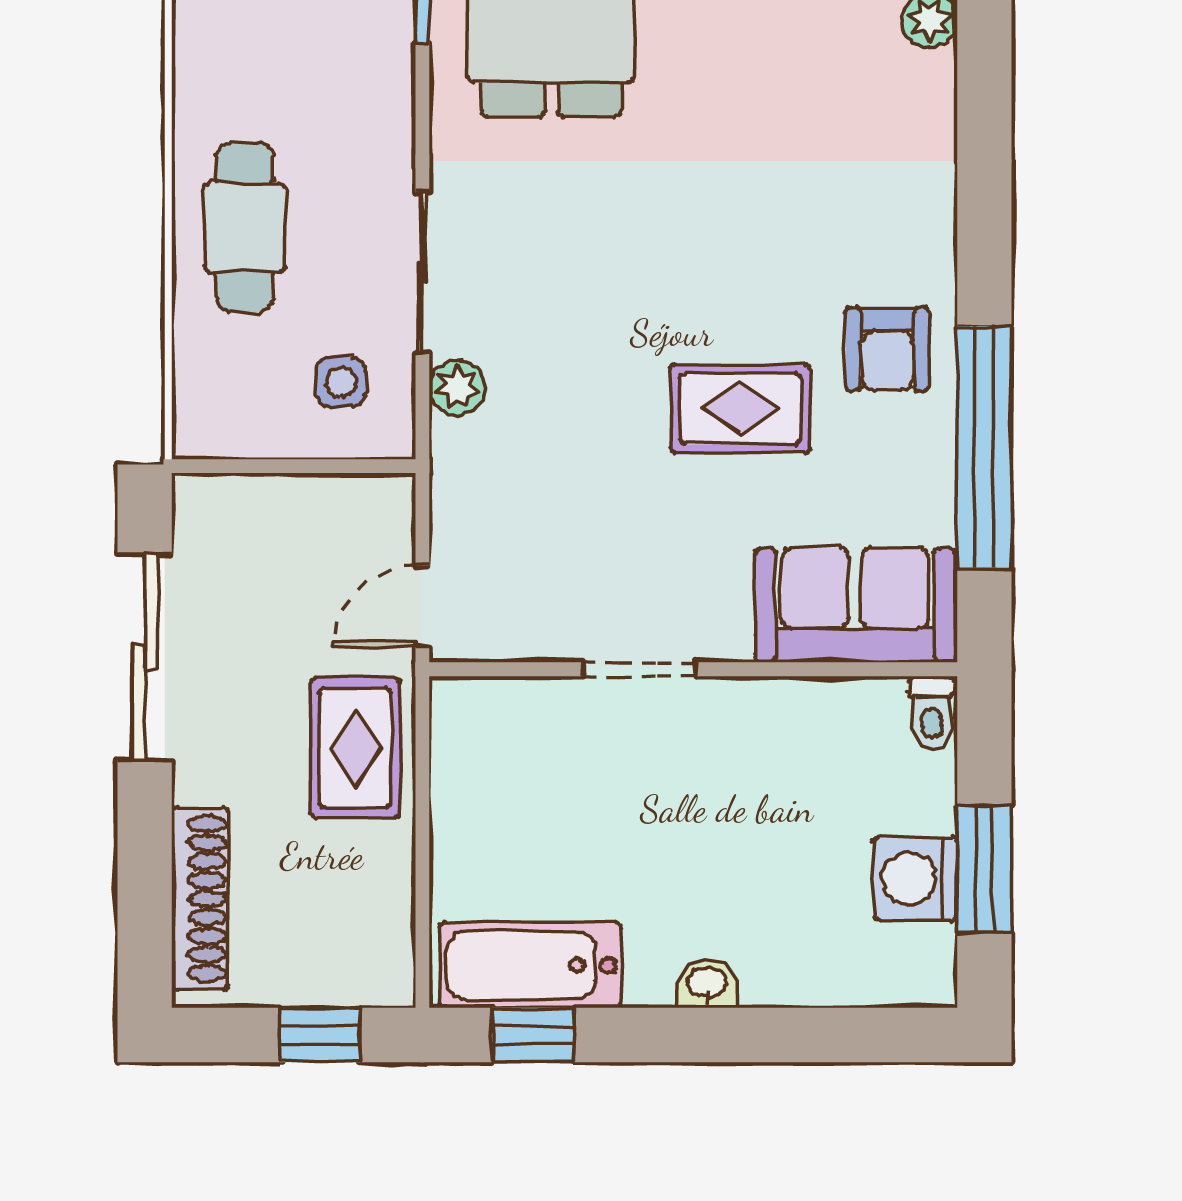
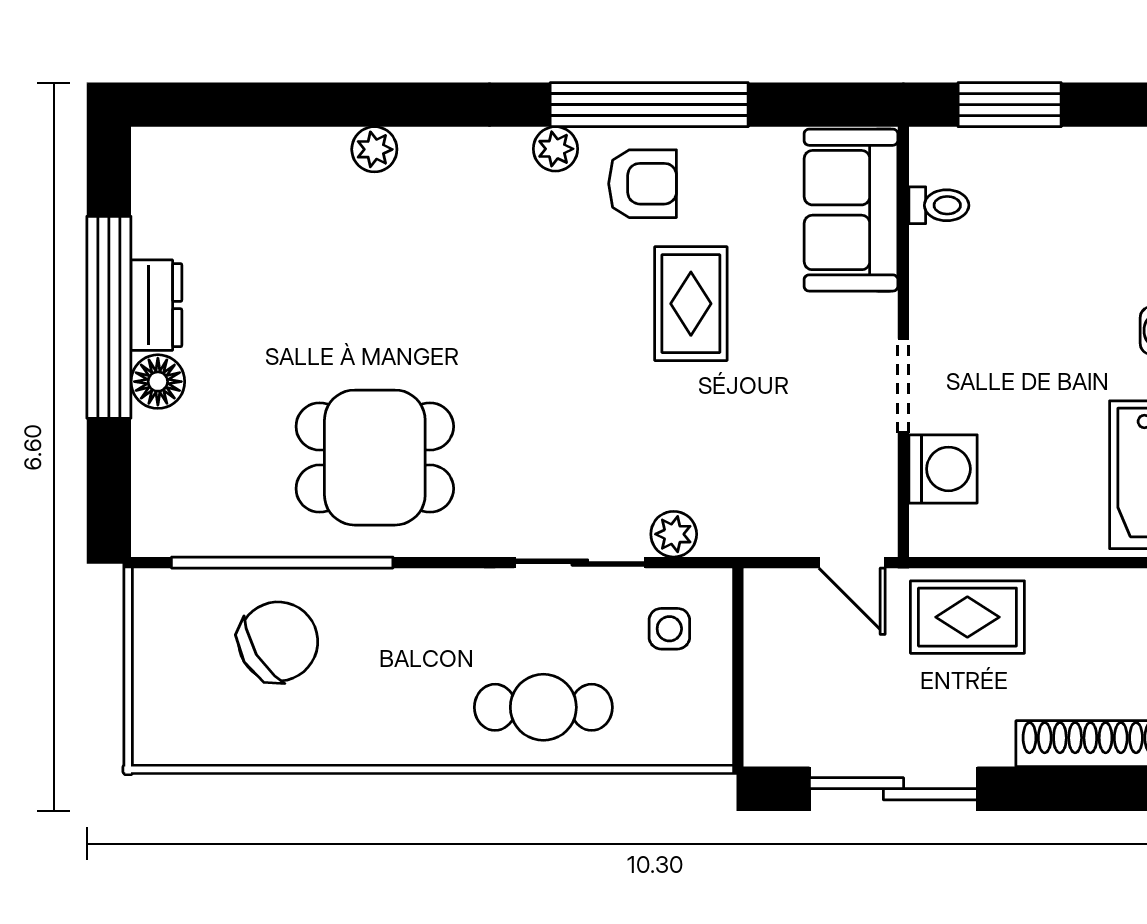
plant: (930, 242) -> (555, 149), added
window: (984, 448) -> (649, 105), moved
toilet: (932, 713) -> (939, 205), moved
window: (984, 870) -> (1010, 105), moved
washing machine: (915, 878) -> (943, 469), moved, turned -90

